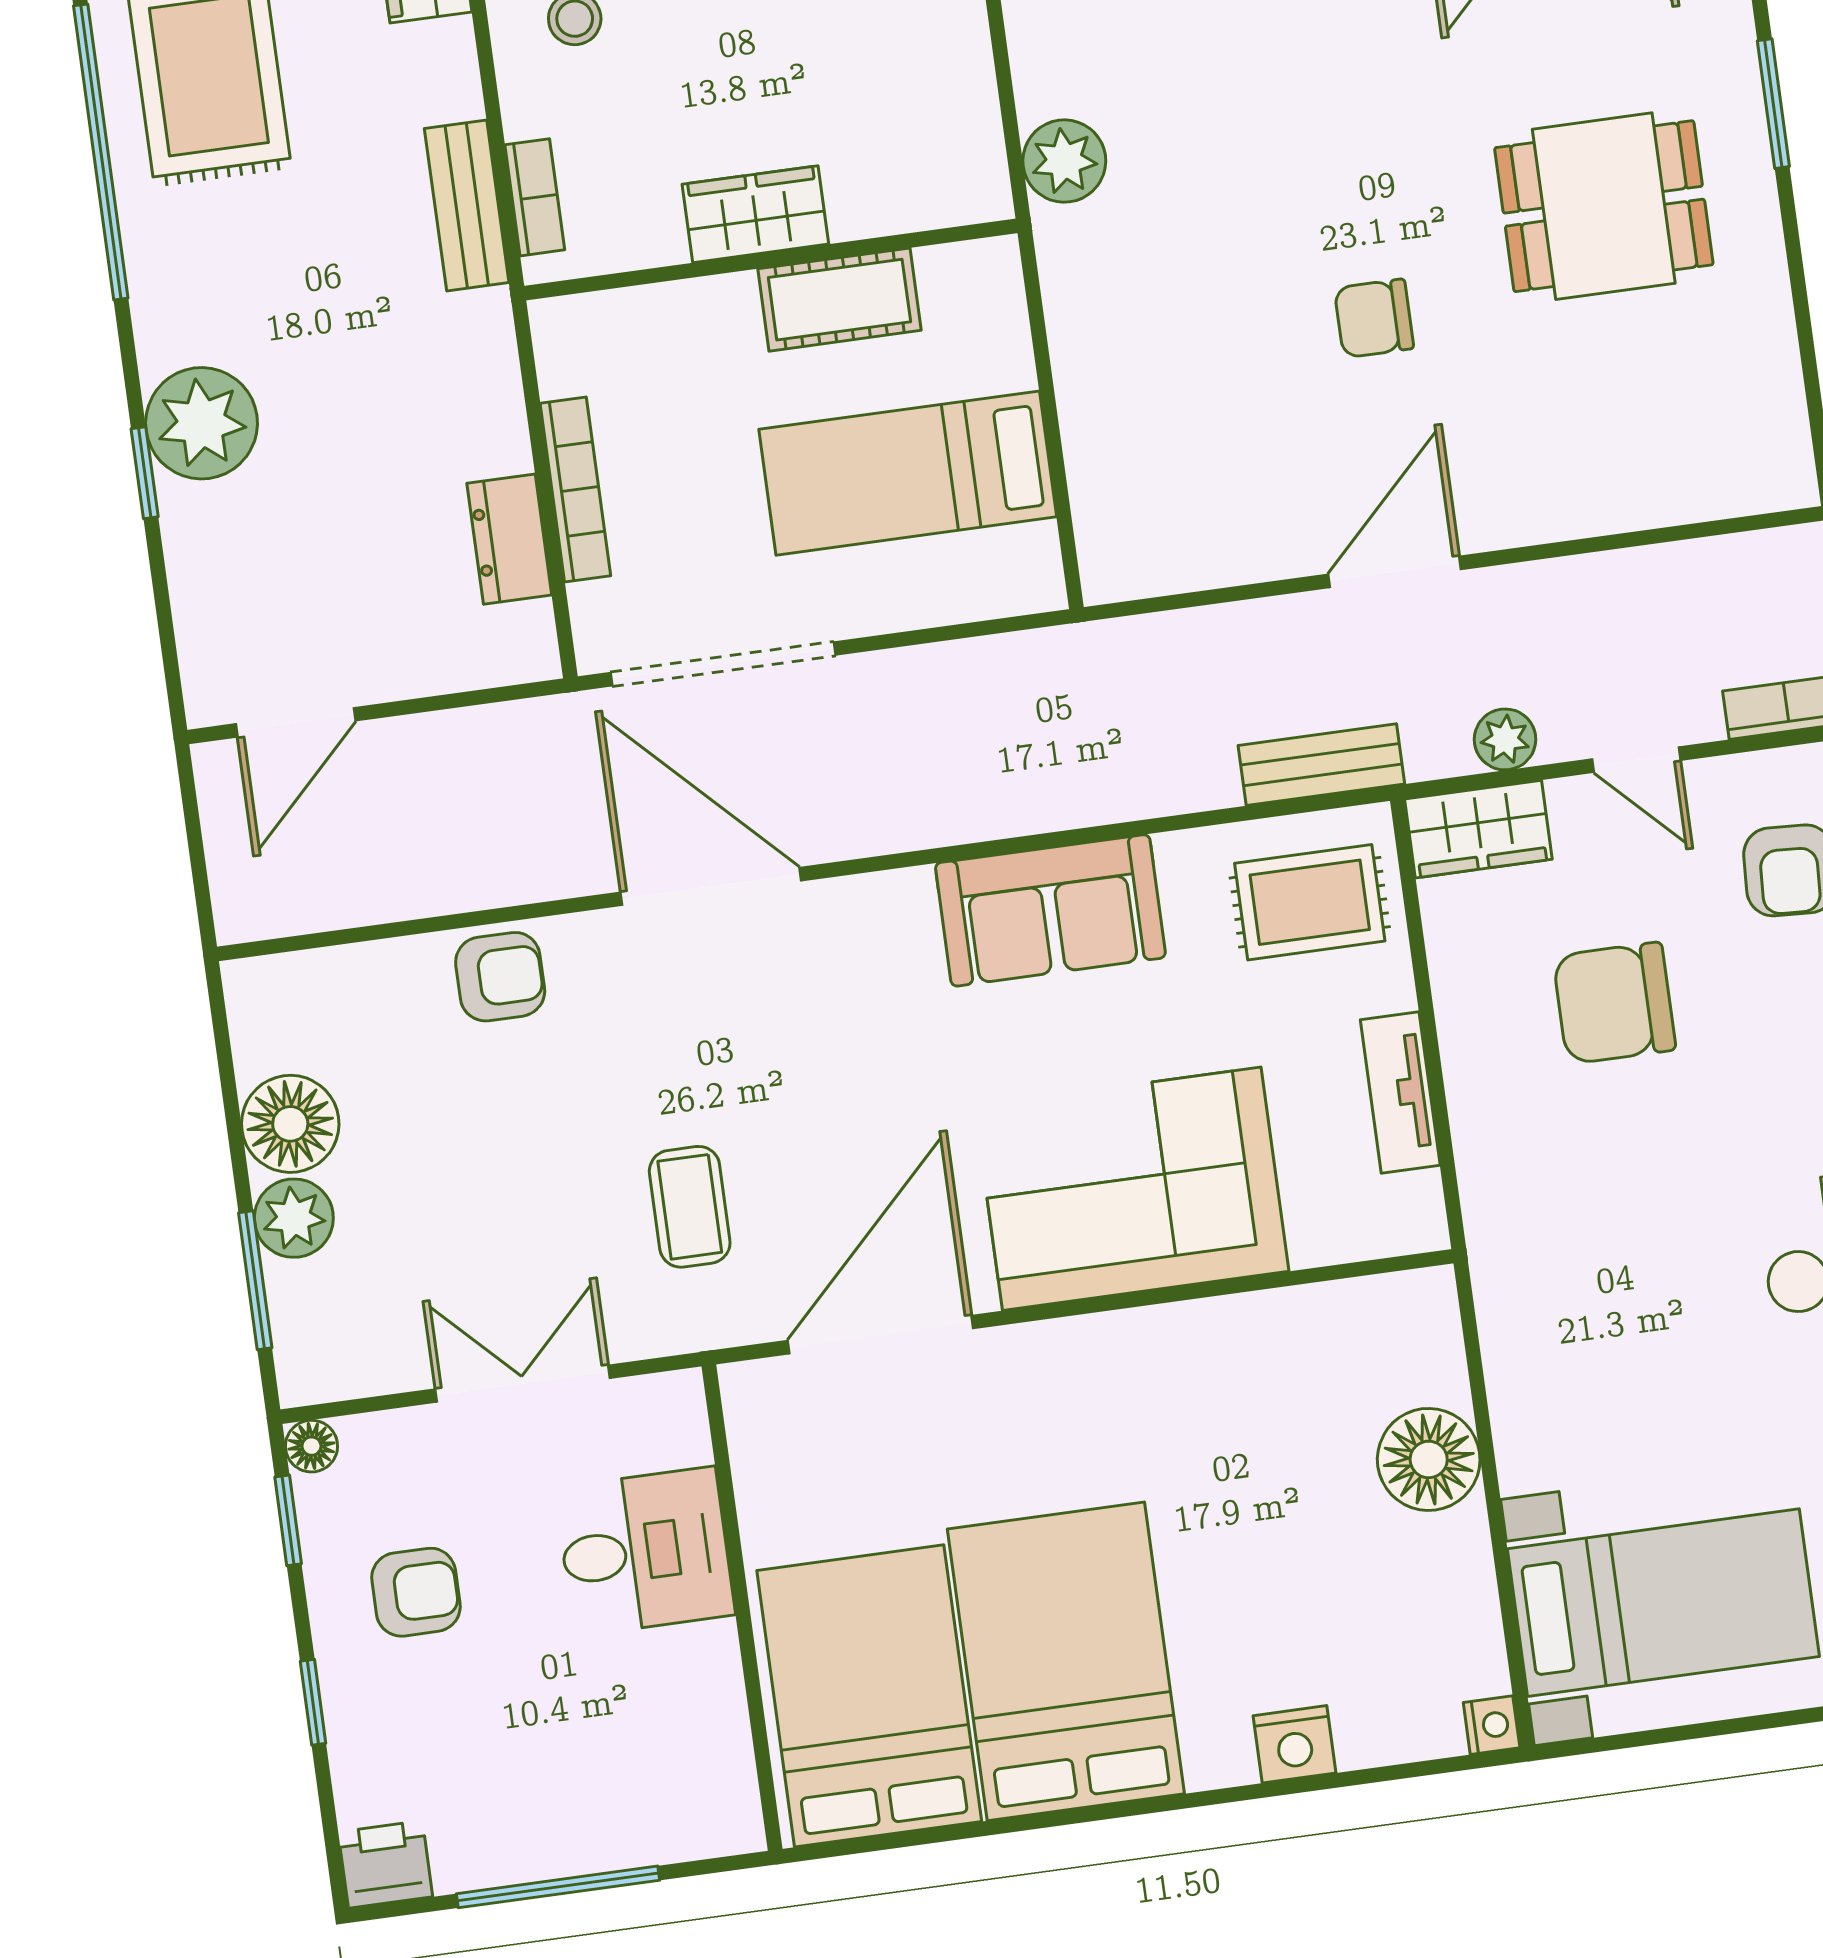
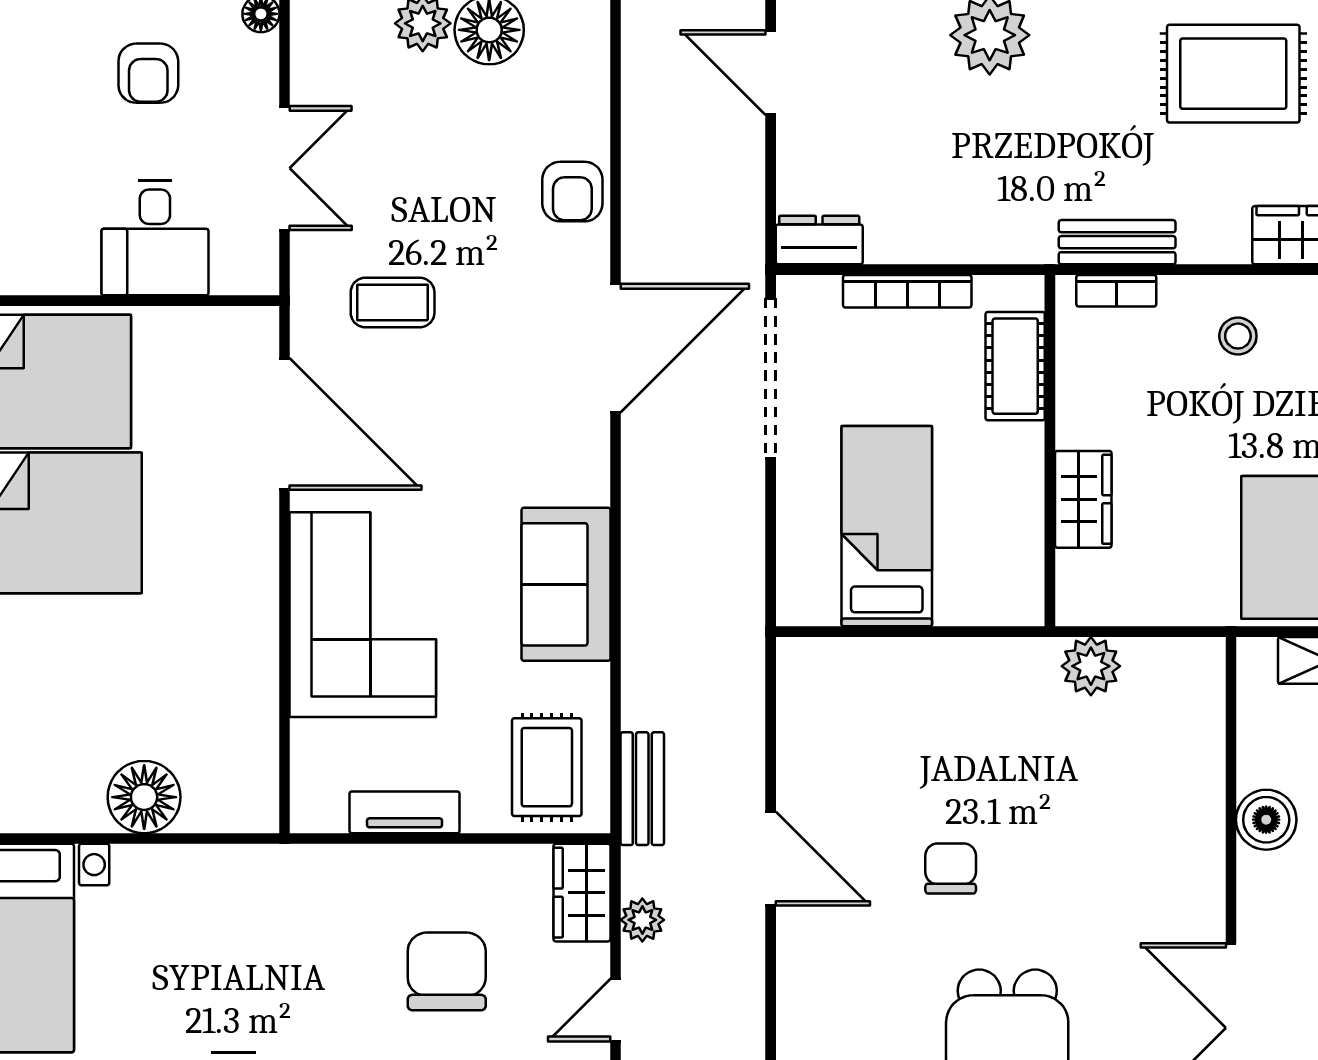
wardrobe: (755, 214) -> (1083, 499), moved
cot: (839, 300) -> (1015, 366), moved
dresser: (509, 539) -> (819, 240), moved

